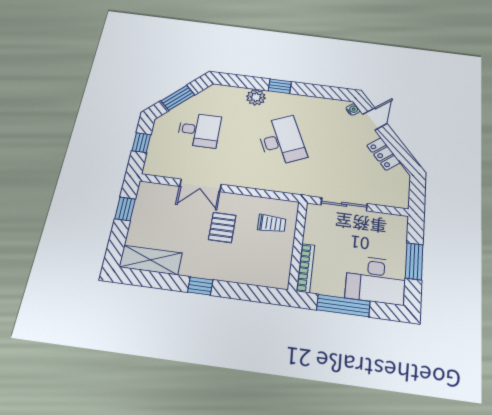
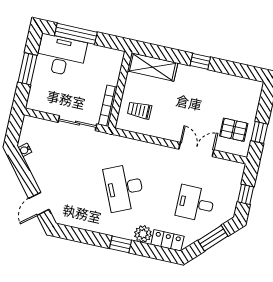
water cooler: (353, 110) -> (25, 150), moved
locker: (383, 154) -> (167, 240), moved, turned -51
pallet: (222, 227) -> (234, 130), moved, turned 90
shelving: (151, 260) -> (153, 67), moved
bookcase: (306, 268) -> (108, 106), moved
window: (343, 306) -> (76, 34), moved

